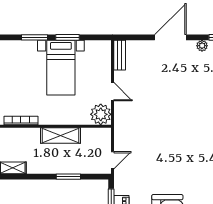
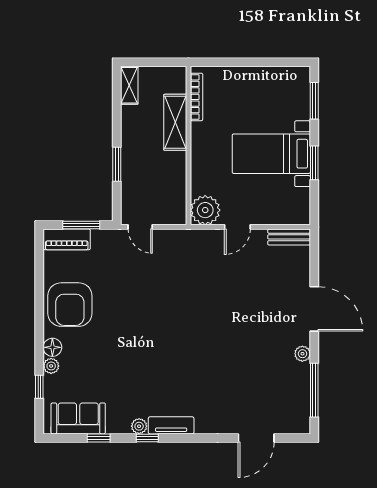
window: (34, 37) -> (314, 101), moved
shelving: (61, 135) -> (175, 122), moved

